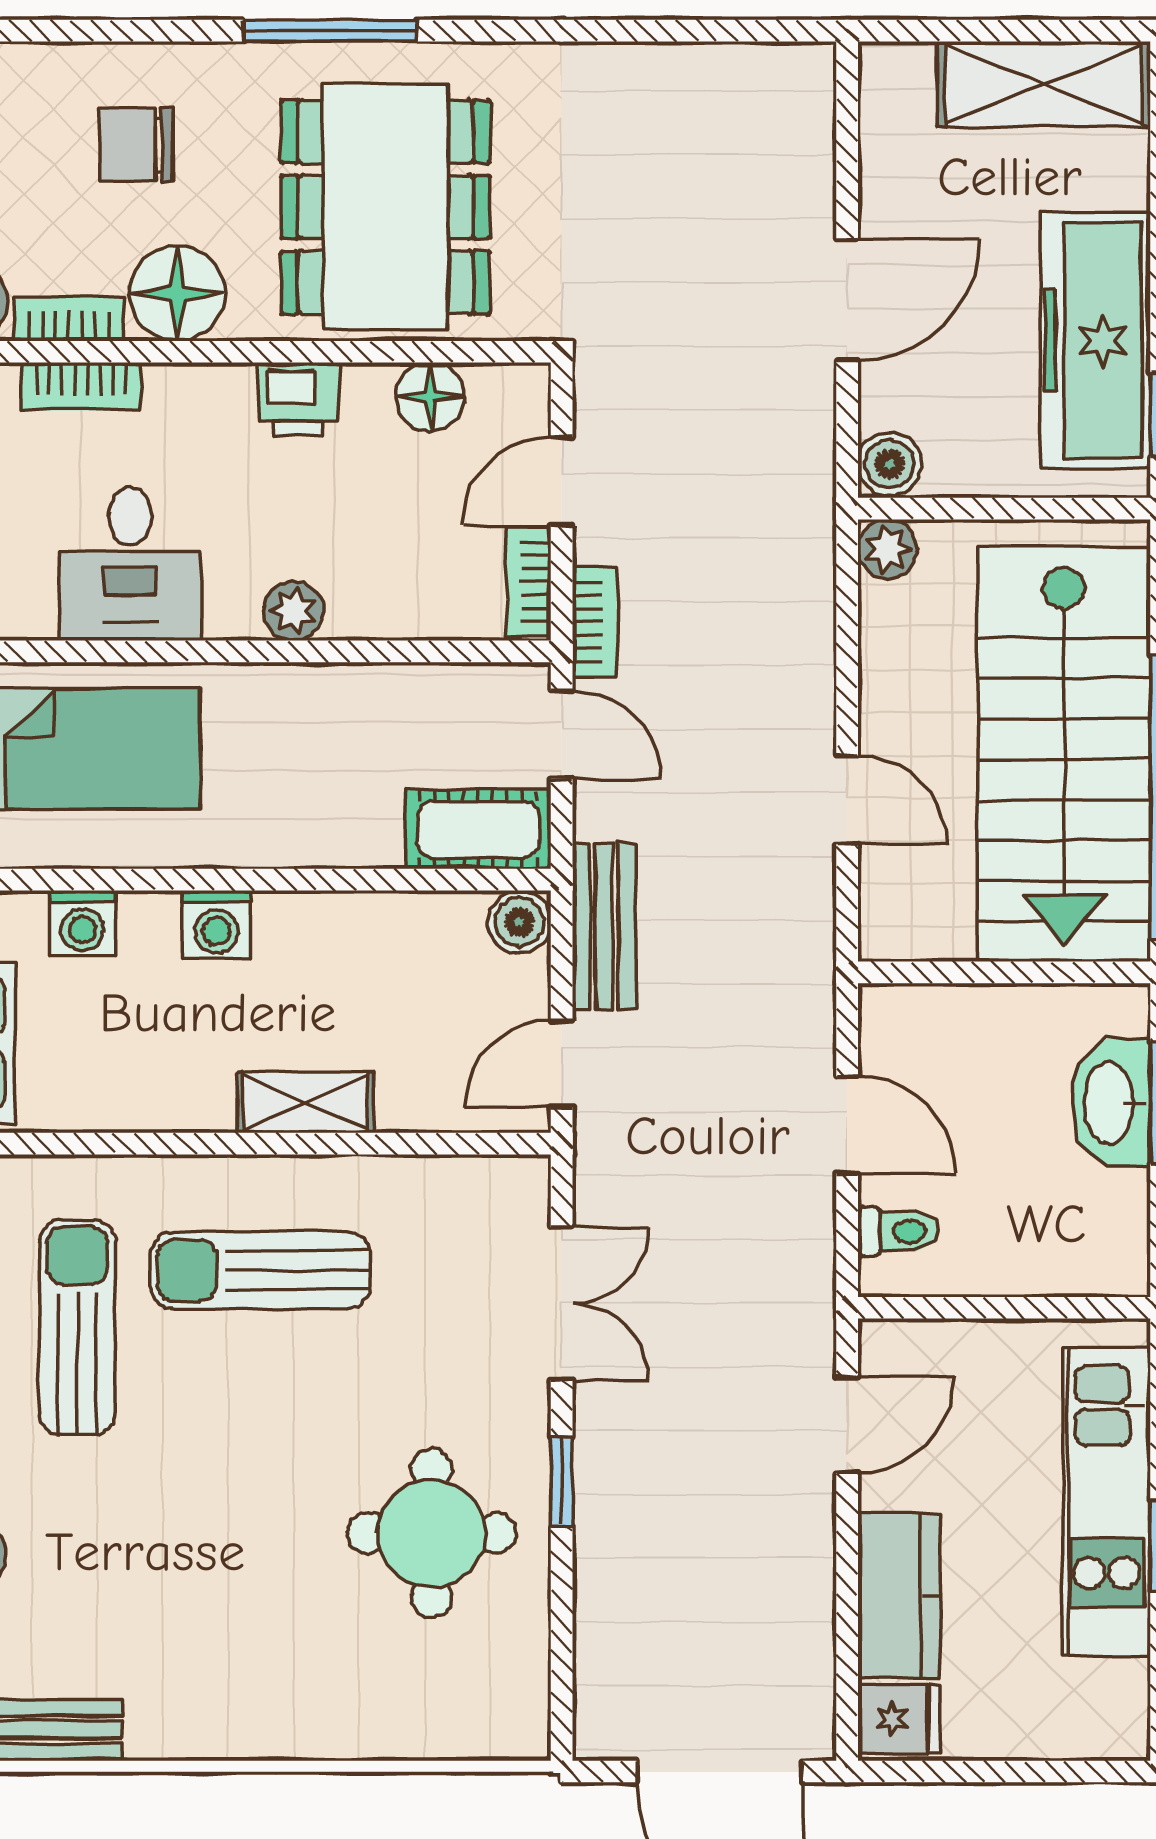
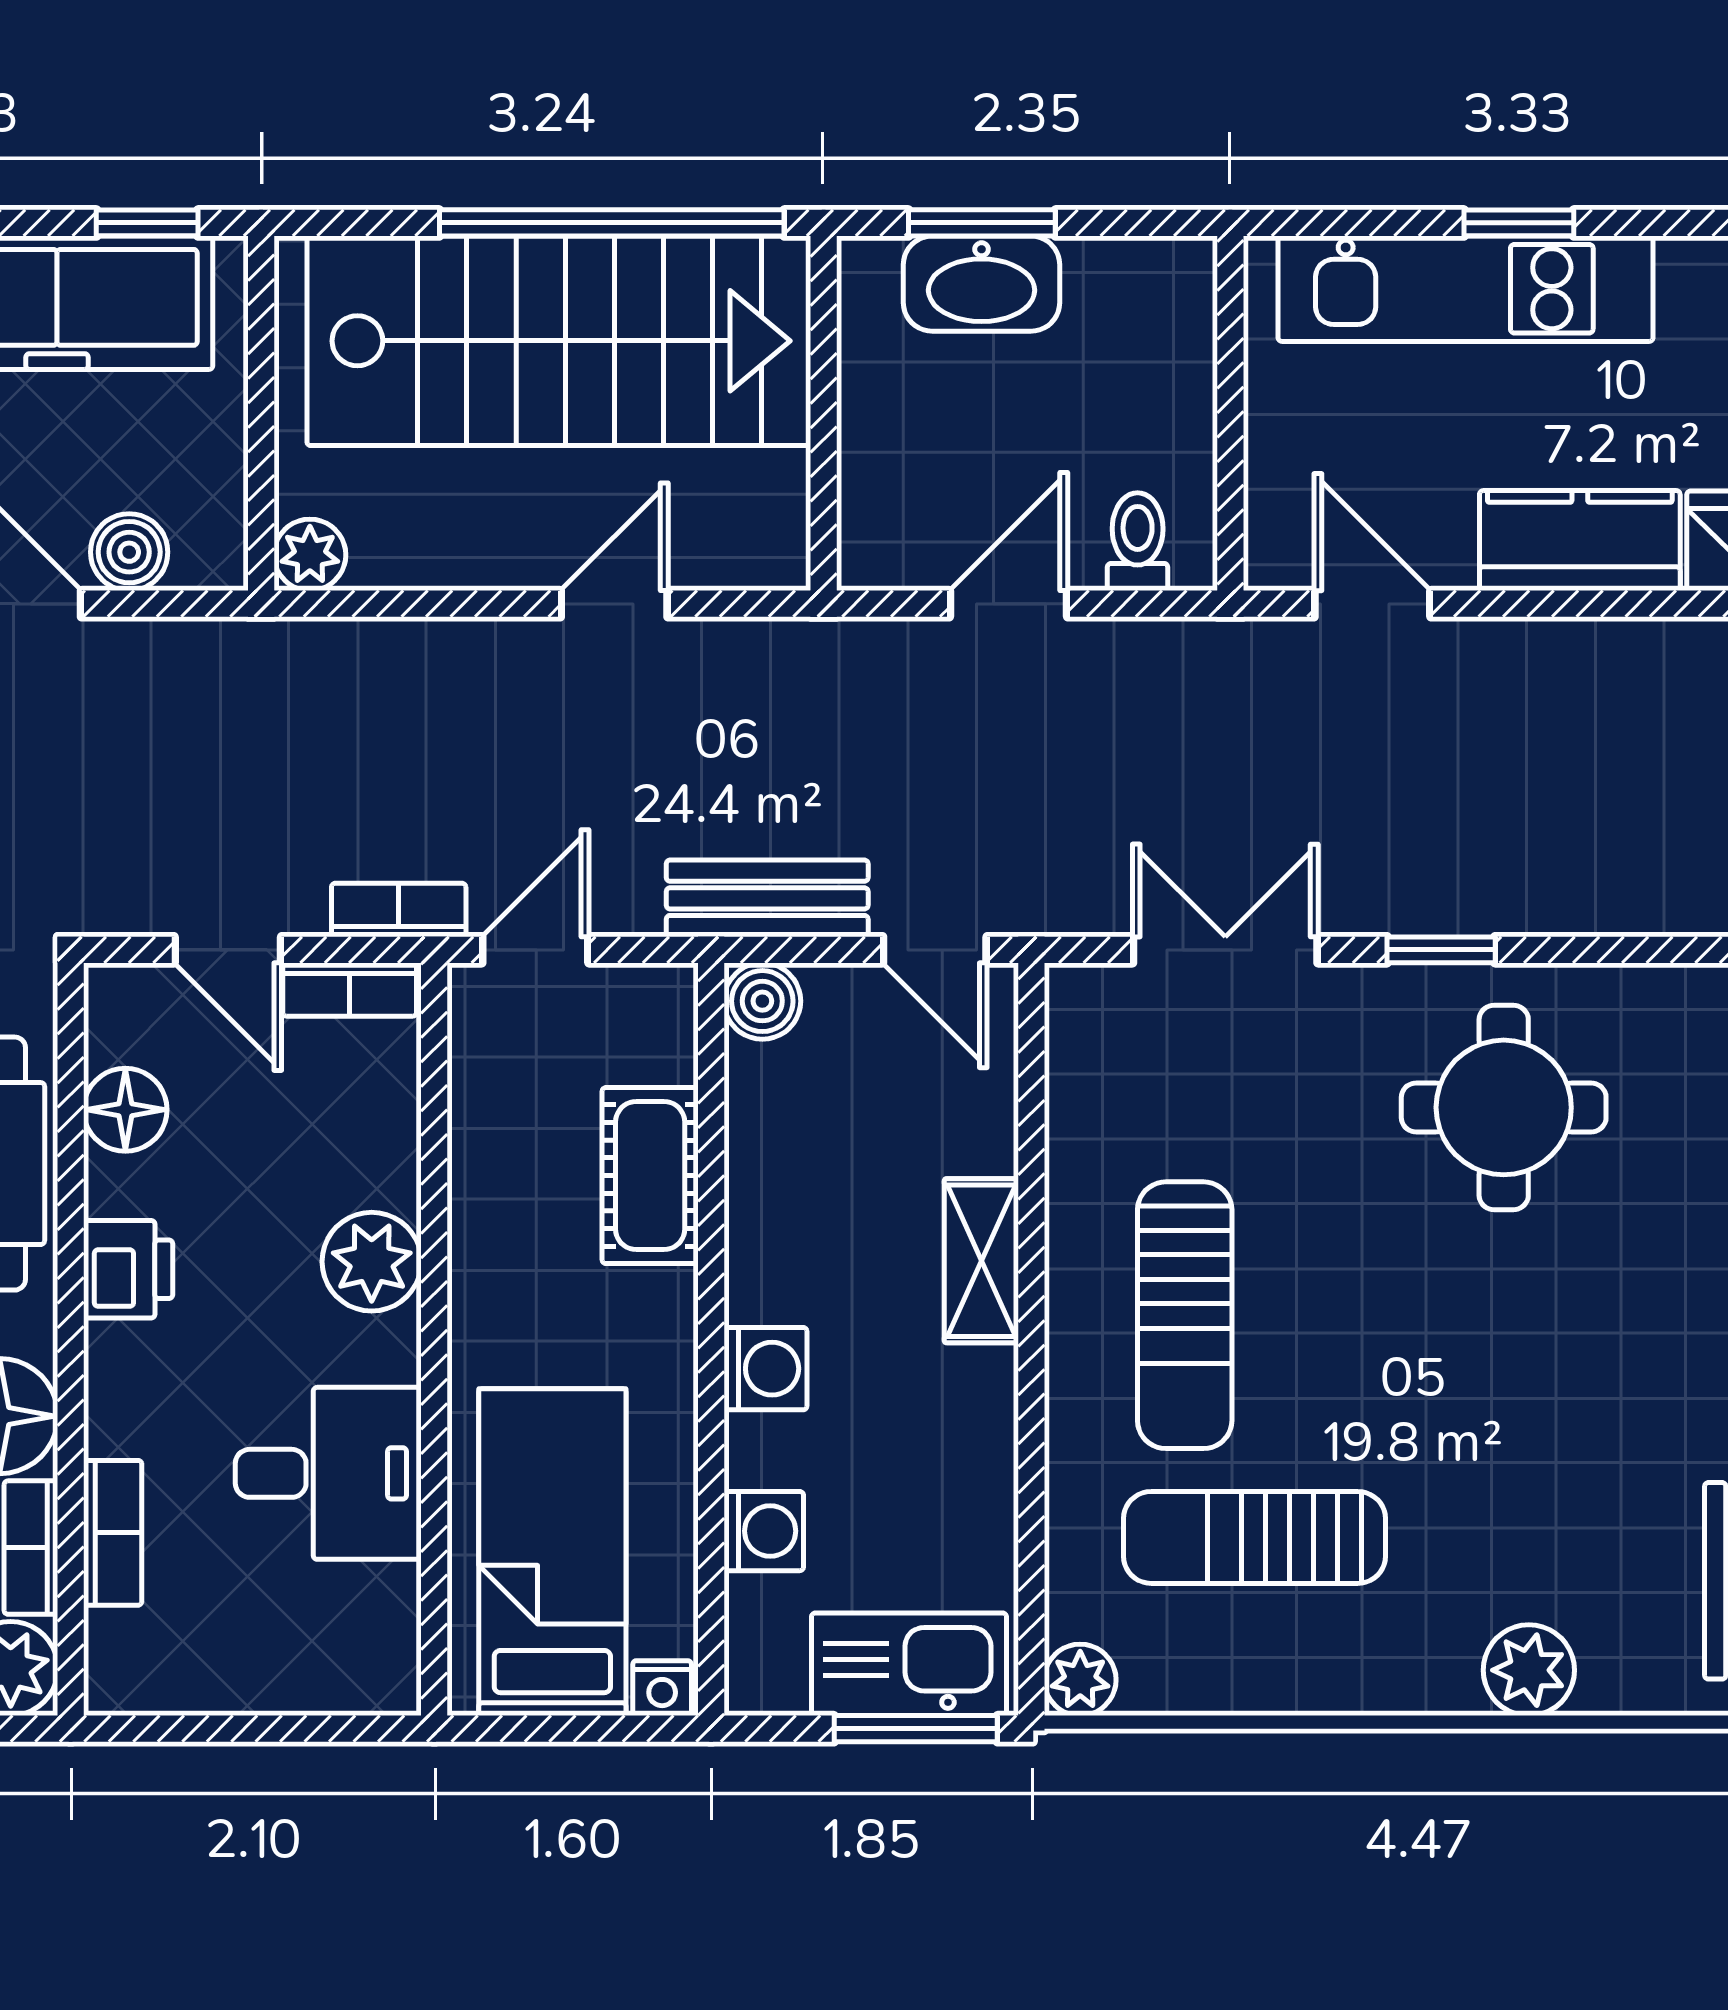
boiler: (890, 464) -> (129, 552), moved
plant: (293, 611) -> (372, 1262), width x1.38, depth x1.38
cot: (478, 829) -> (650, 1176), moved

